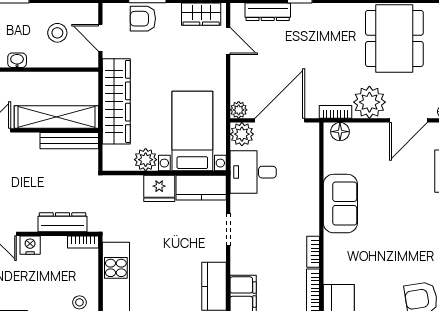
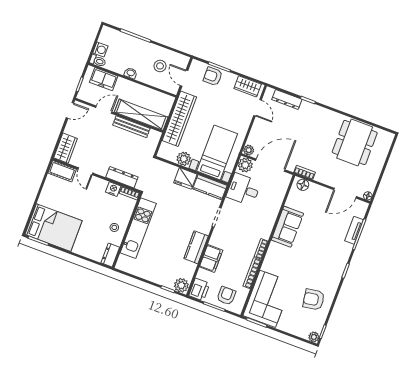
plant: (369, 102) -> (326, 174), removed
bench: (69, 141) -> (131, 127), moved
nightstand: (30, 245) -> (113, 189), moved

